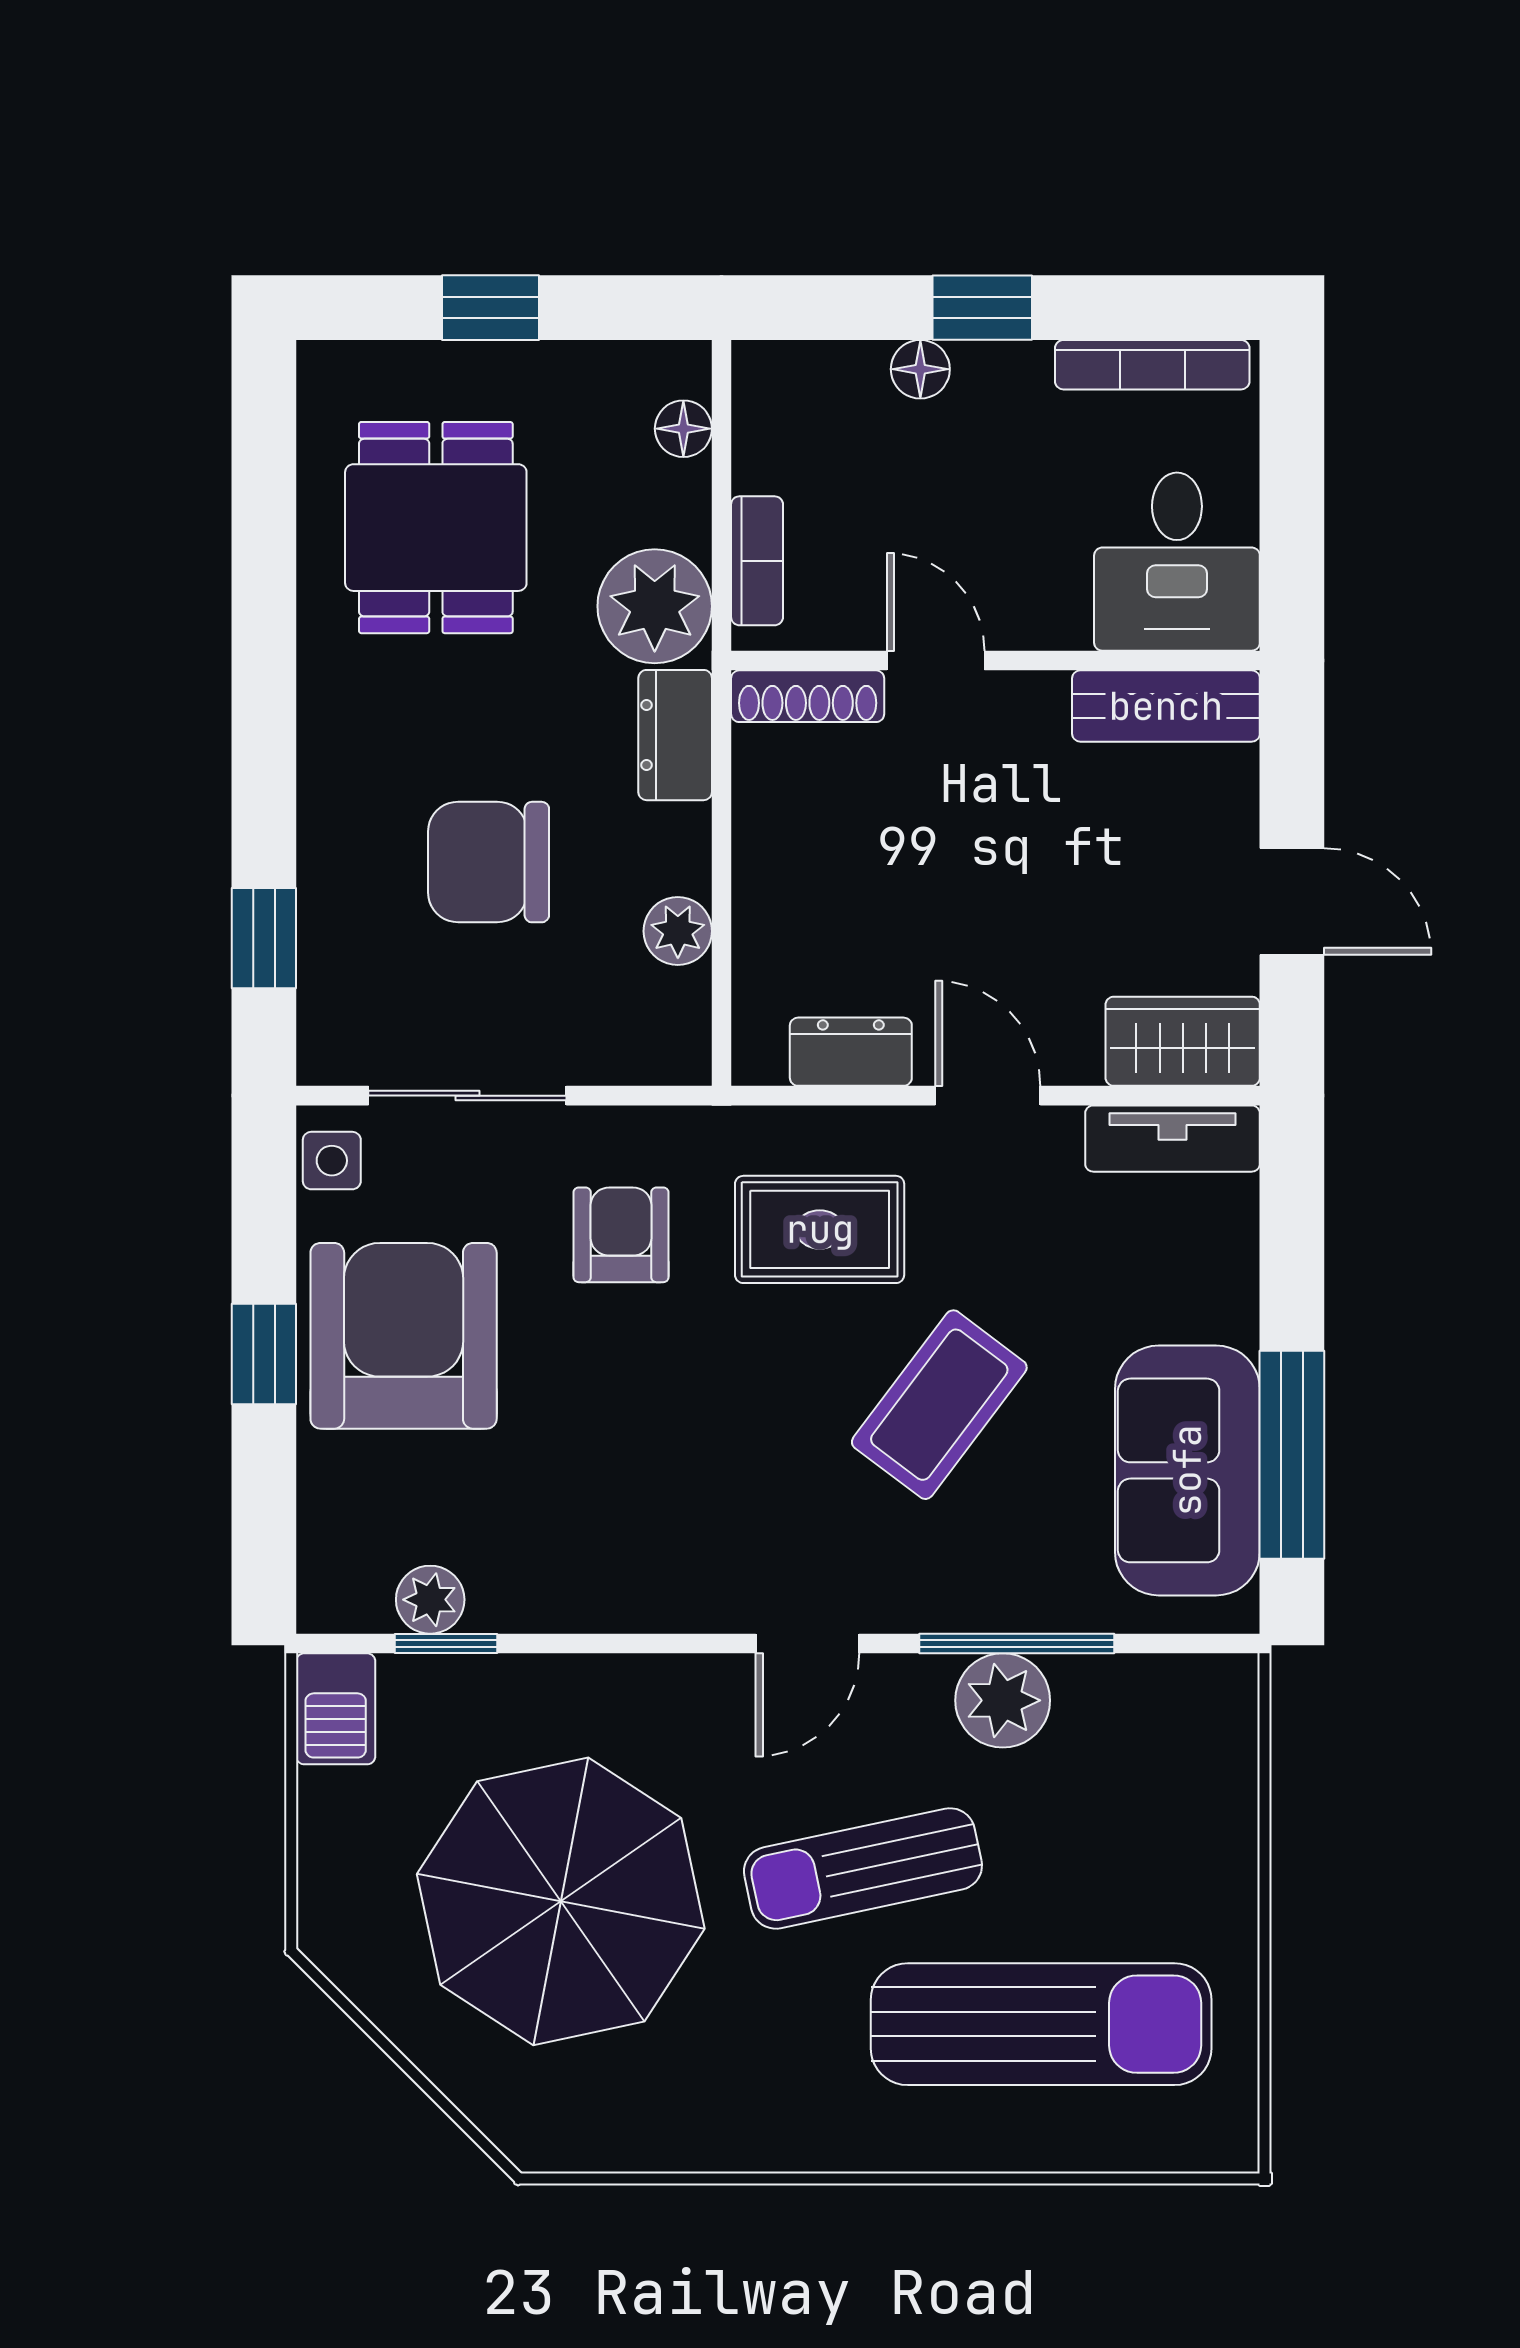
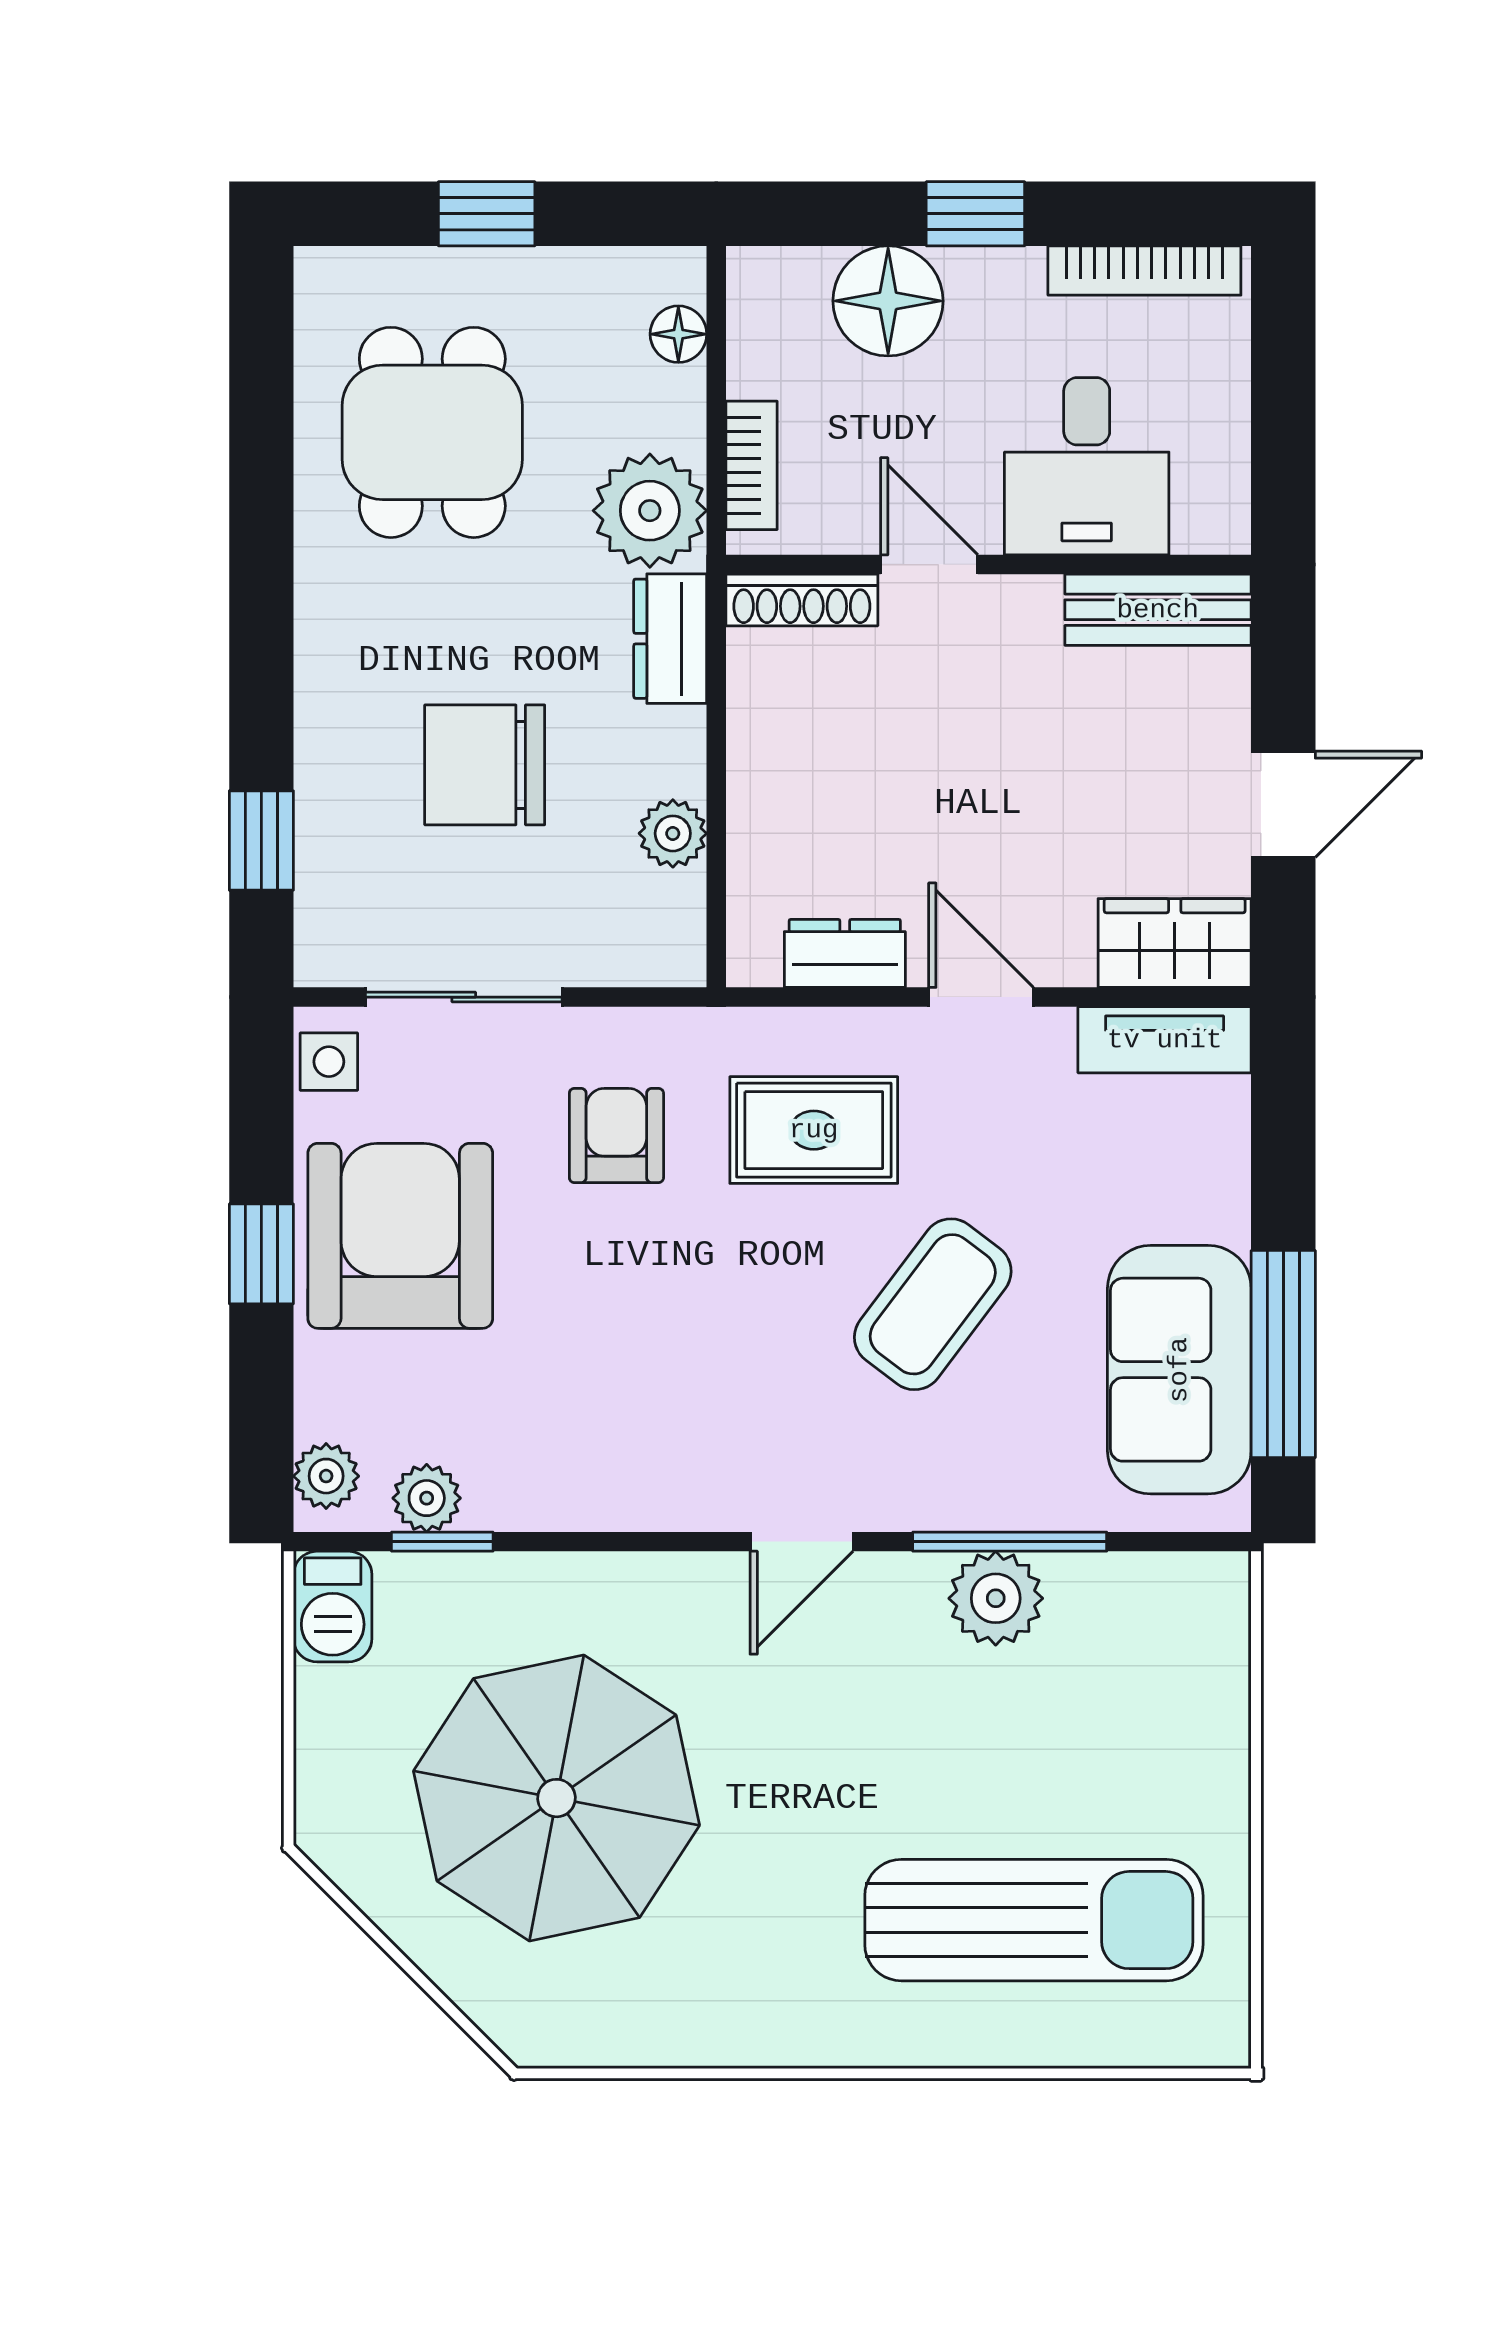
floor lamp: (920, 369) -> (888, 301), width x1.89, depth x1.89
desk: (1177, 562) -> (1087, 466), moved
door: (1292, 902) -> (1283, 804), hinge flipped
plant: (329, 1577) -> (326, 1476), added
sun lounger: (863, 1868) -> (857, 1765), removed

